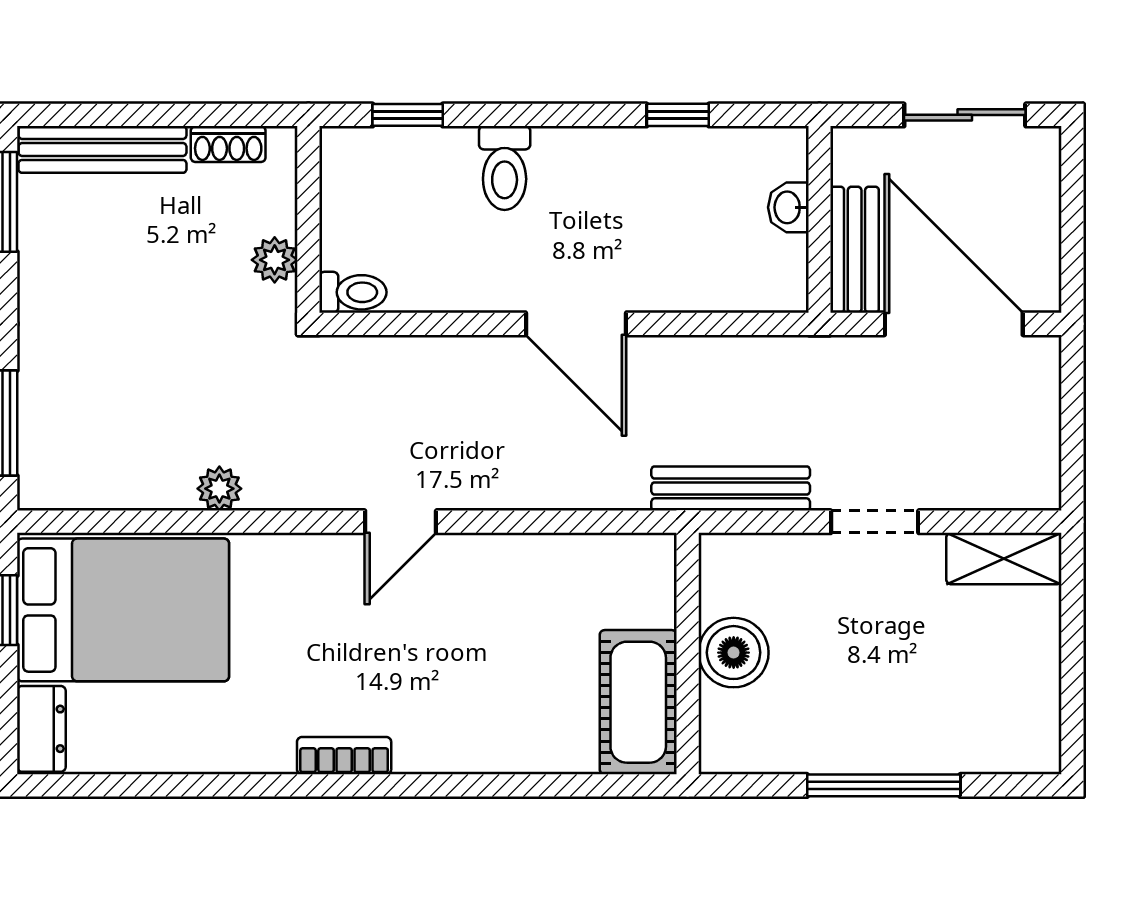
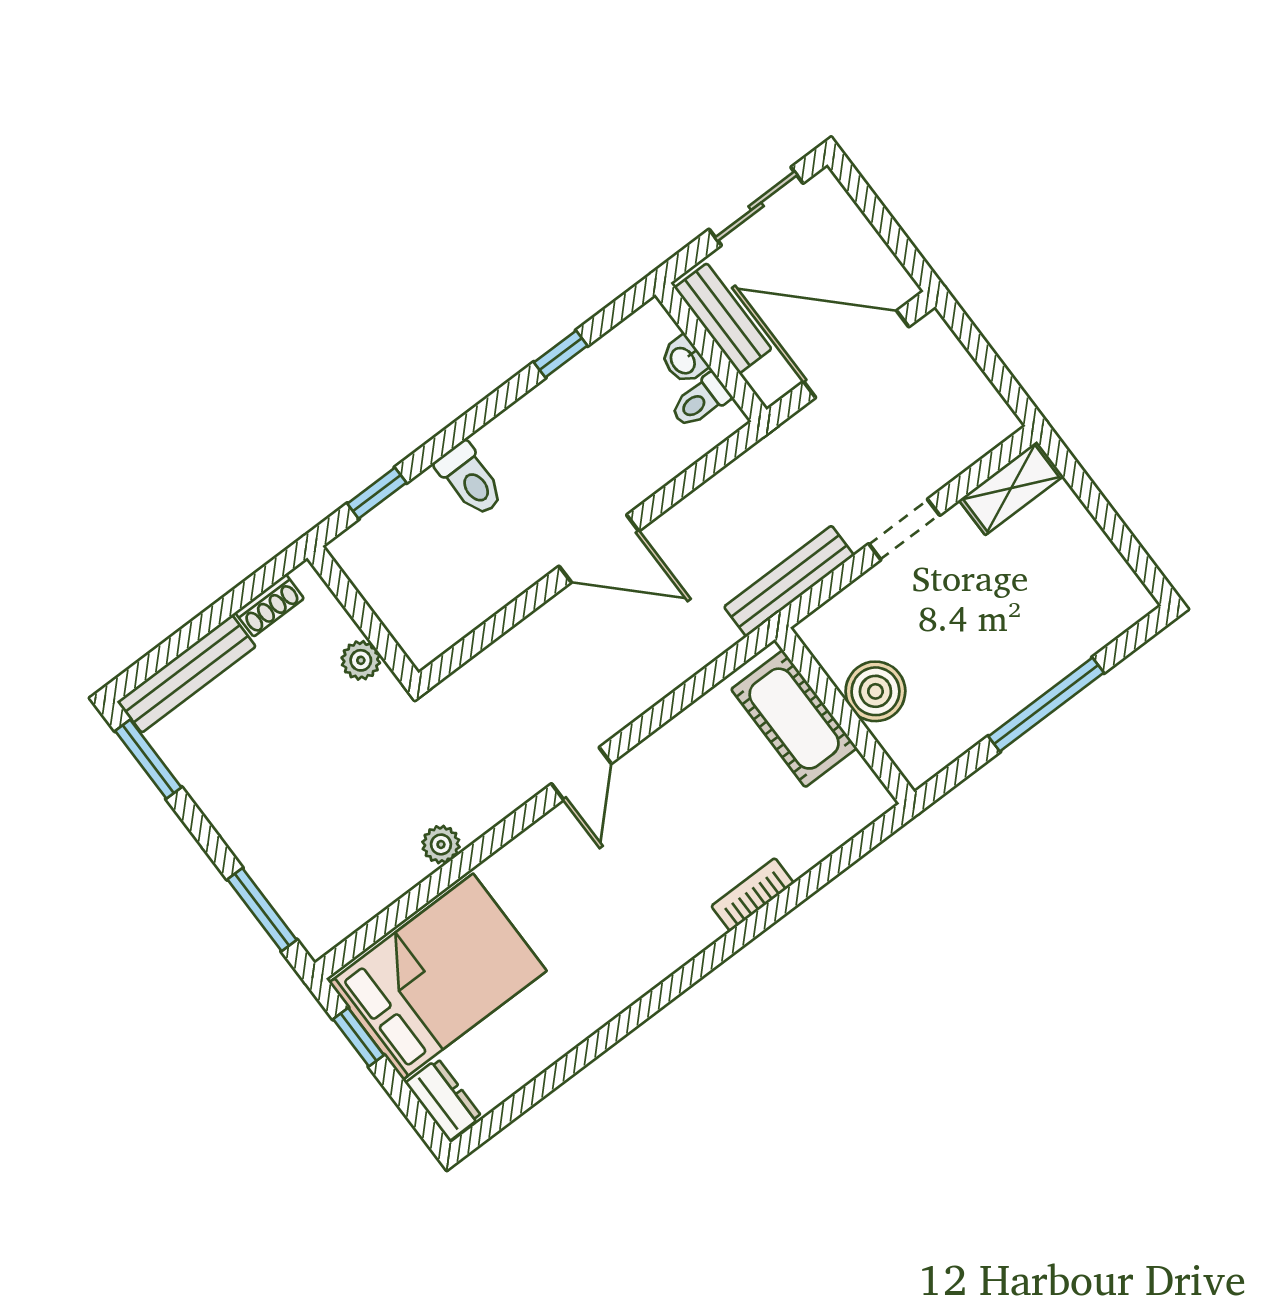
bench: (855, 250) -> (723, 318), moved
toilet: (353, 292) -> (700, 401), moved, turned 180
cot: (638, 702) -> (794, 719), moved
bookcase: (344, 756) -> (753, 895), moved

